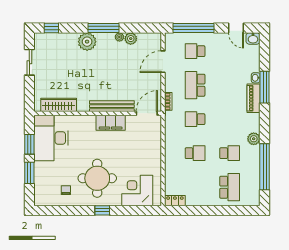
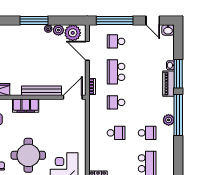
plant: (87, 42) -> (73, 33), moved
door: (163, 62) -> (87, 51), hinge flipped
filing cabinet: (111, 123) -> (26, 106), moved
window: (265, 167) -> (178, 115), moved

